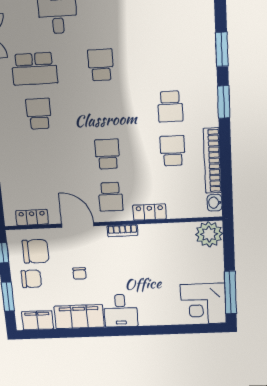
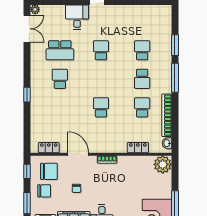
window: (224, 102) -> (175, 78), width x1.44
school desk: (111, 197) -> (142, 50), moved, turned 180
locker: (150, 212) -> (138, 148), moved

